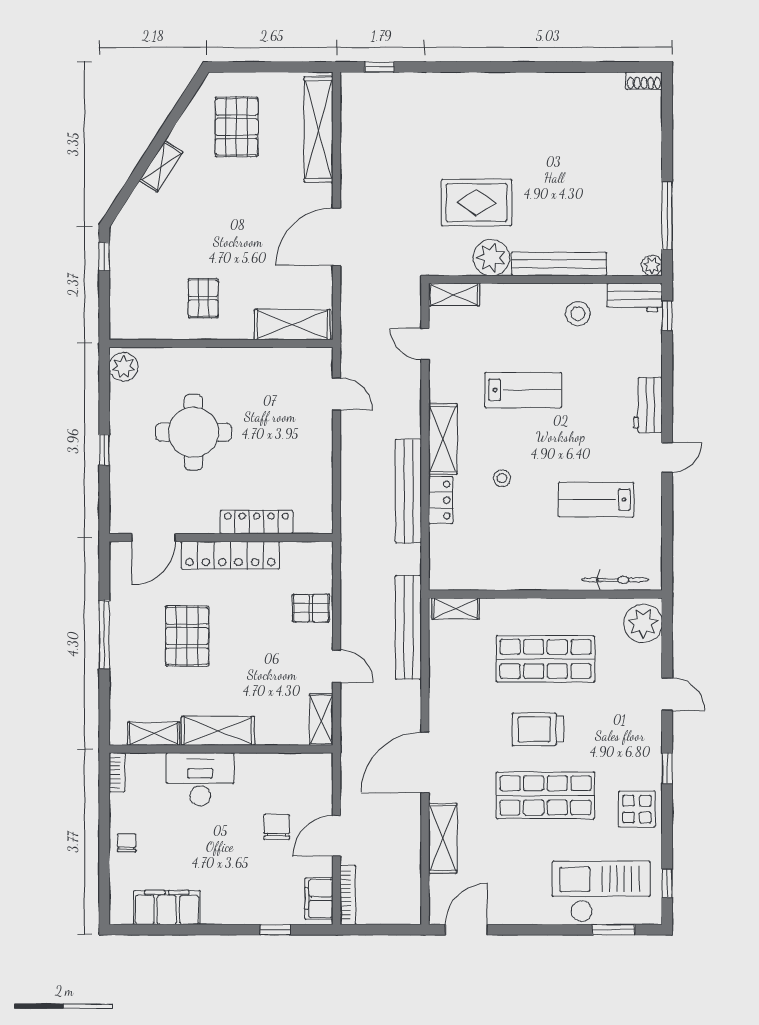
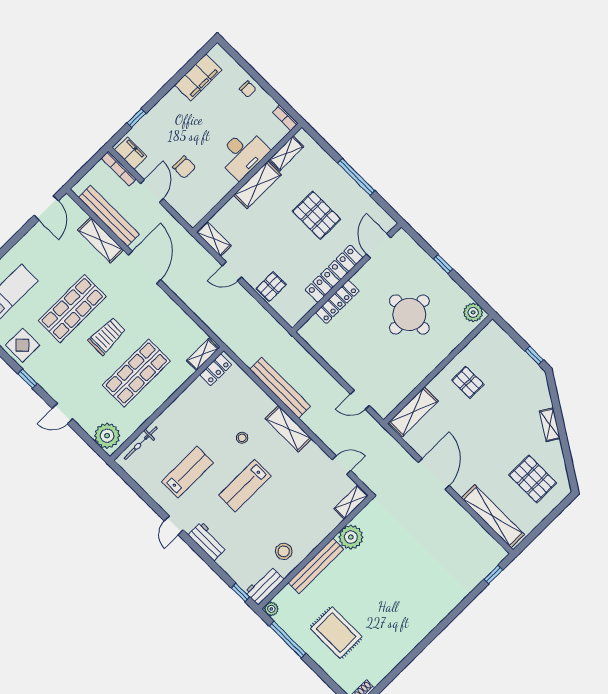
rug: (477, 203) -> (336, 633), moved, turned 90
lab bench: (523, 390) -> (245, 486), moved
locker: (441, 500) -> (216, 370), moved, turned -90
bench: (408, 627) -> (109, 216), moved

